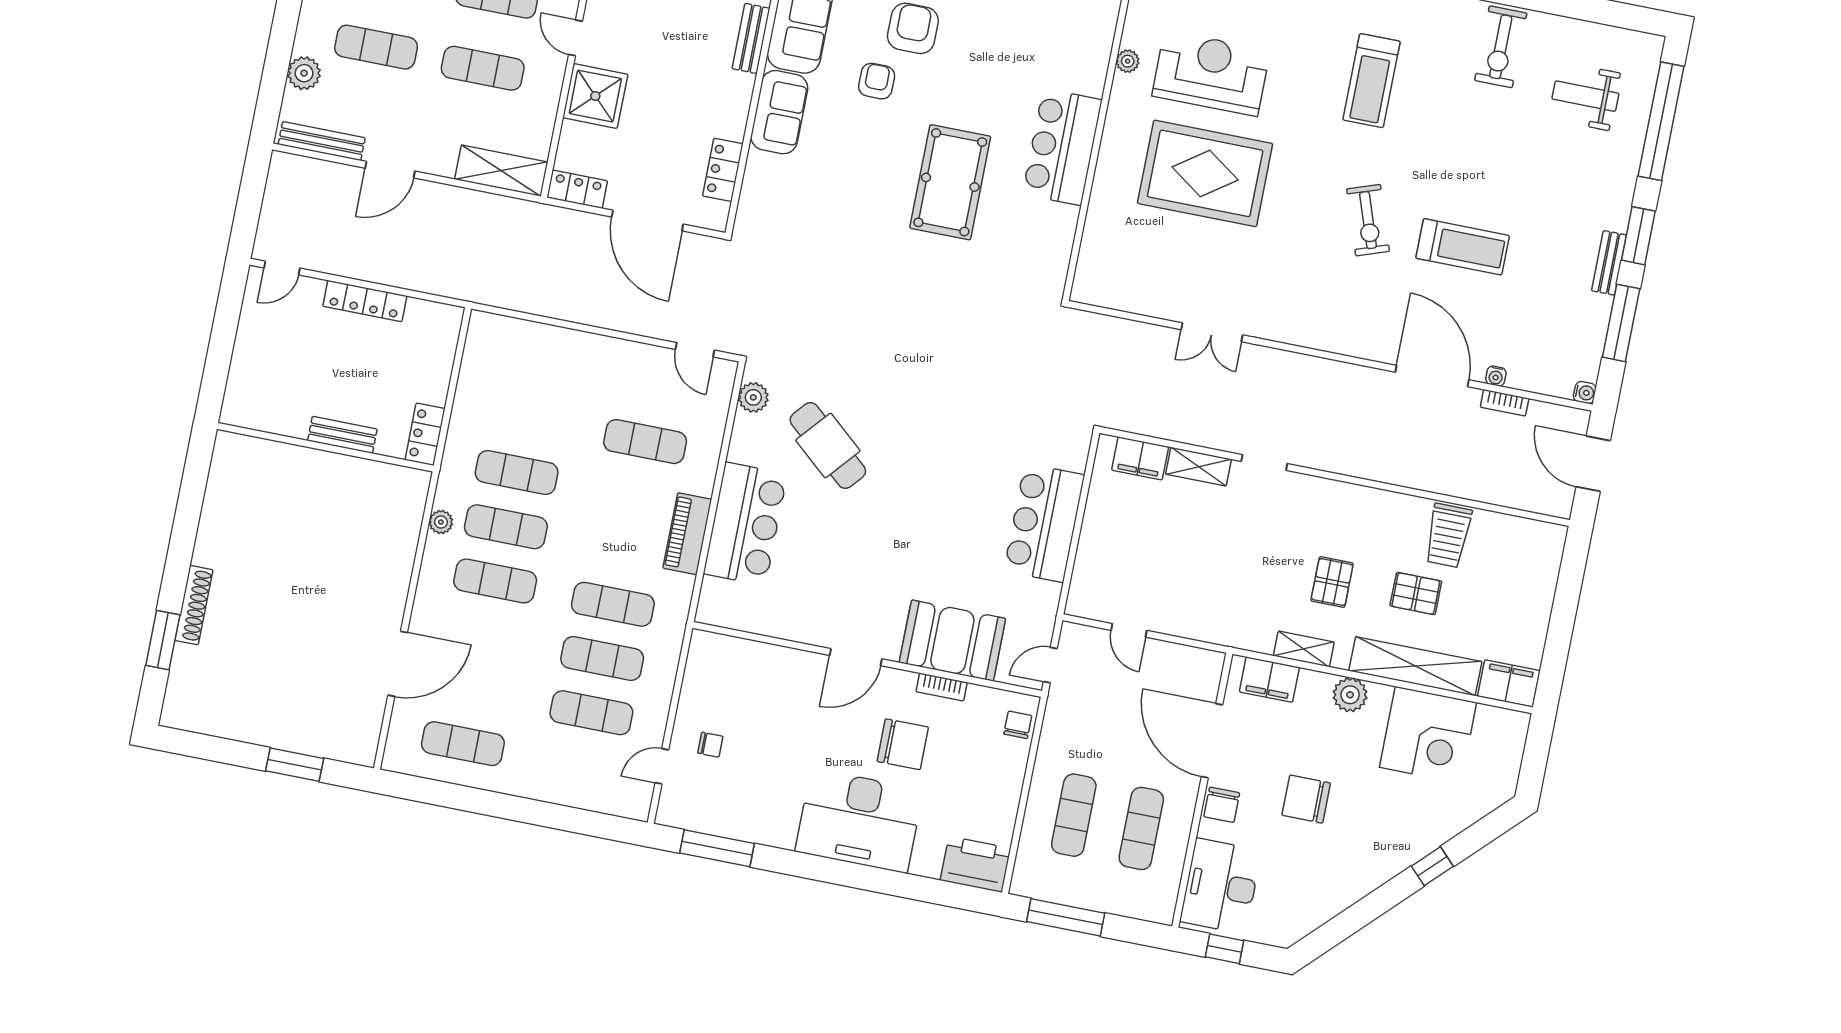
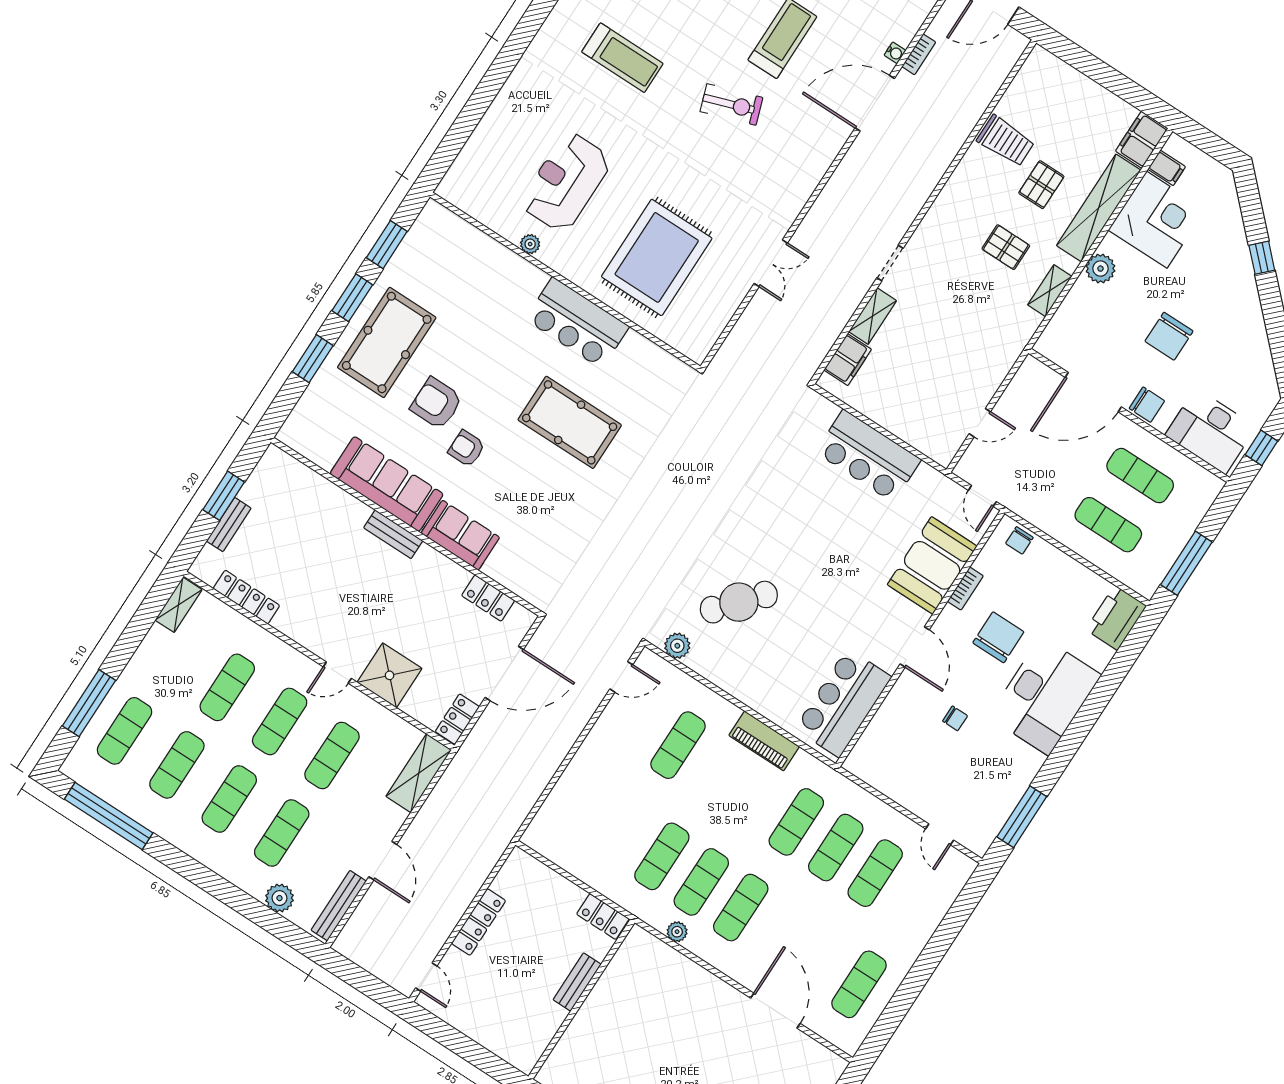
rug: (1205, 173) -> (657, 257), moved
bar counter: (745, 524) -> (843, 703), moved, turned -90
filing cabinet: (1269, 680) -> (1167, 168), moved, width x0.50
chair: (1018, 725) -> (1019, 540), turned -90
chair: (710, 745) -> (955, 718), moved, turned 90

